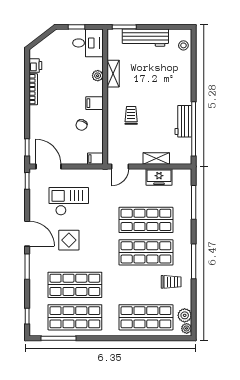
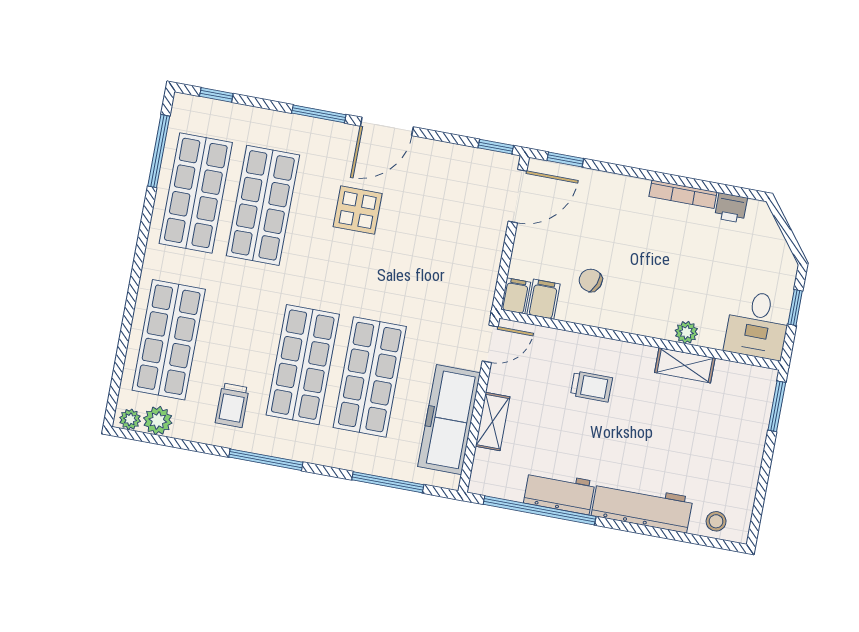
workbench: (145, 38) -> (642, 507), moved, turned 90
filing cabinet: (94, 103) -> (544, 299), moved
door: (120, 166) -> (490, 344), swing flipped
freezer: (159, 177) -> (449, 420), width x1.91, depth x1.26
checkout: (69, 201) -> (438, 225), removed

